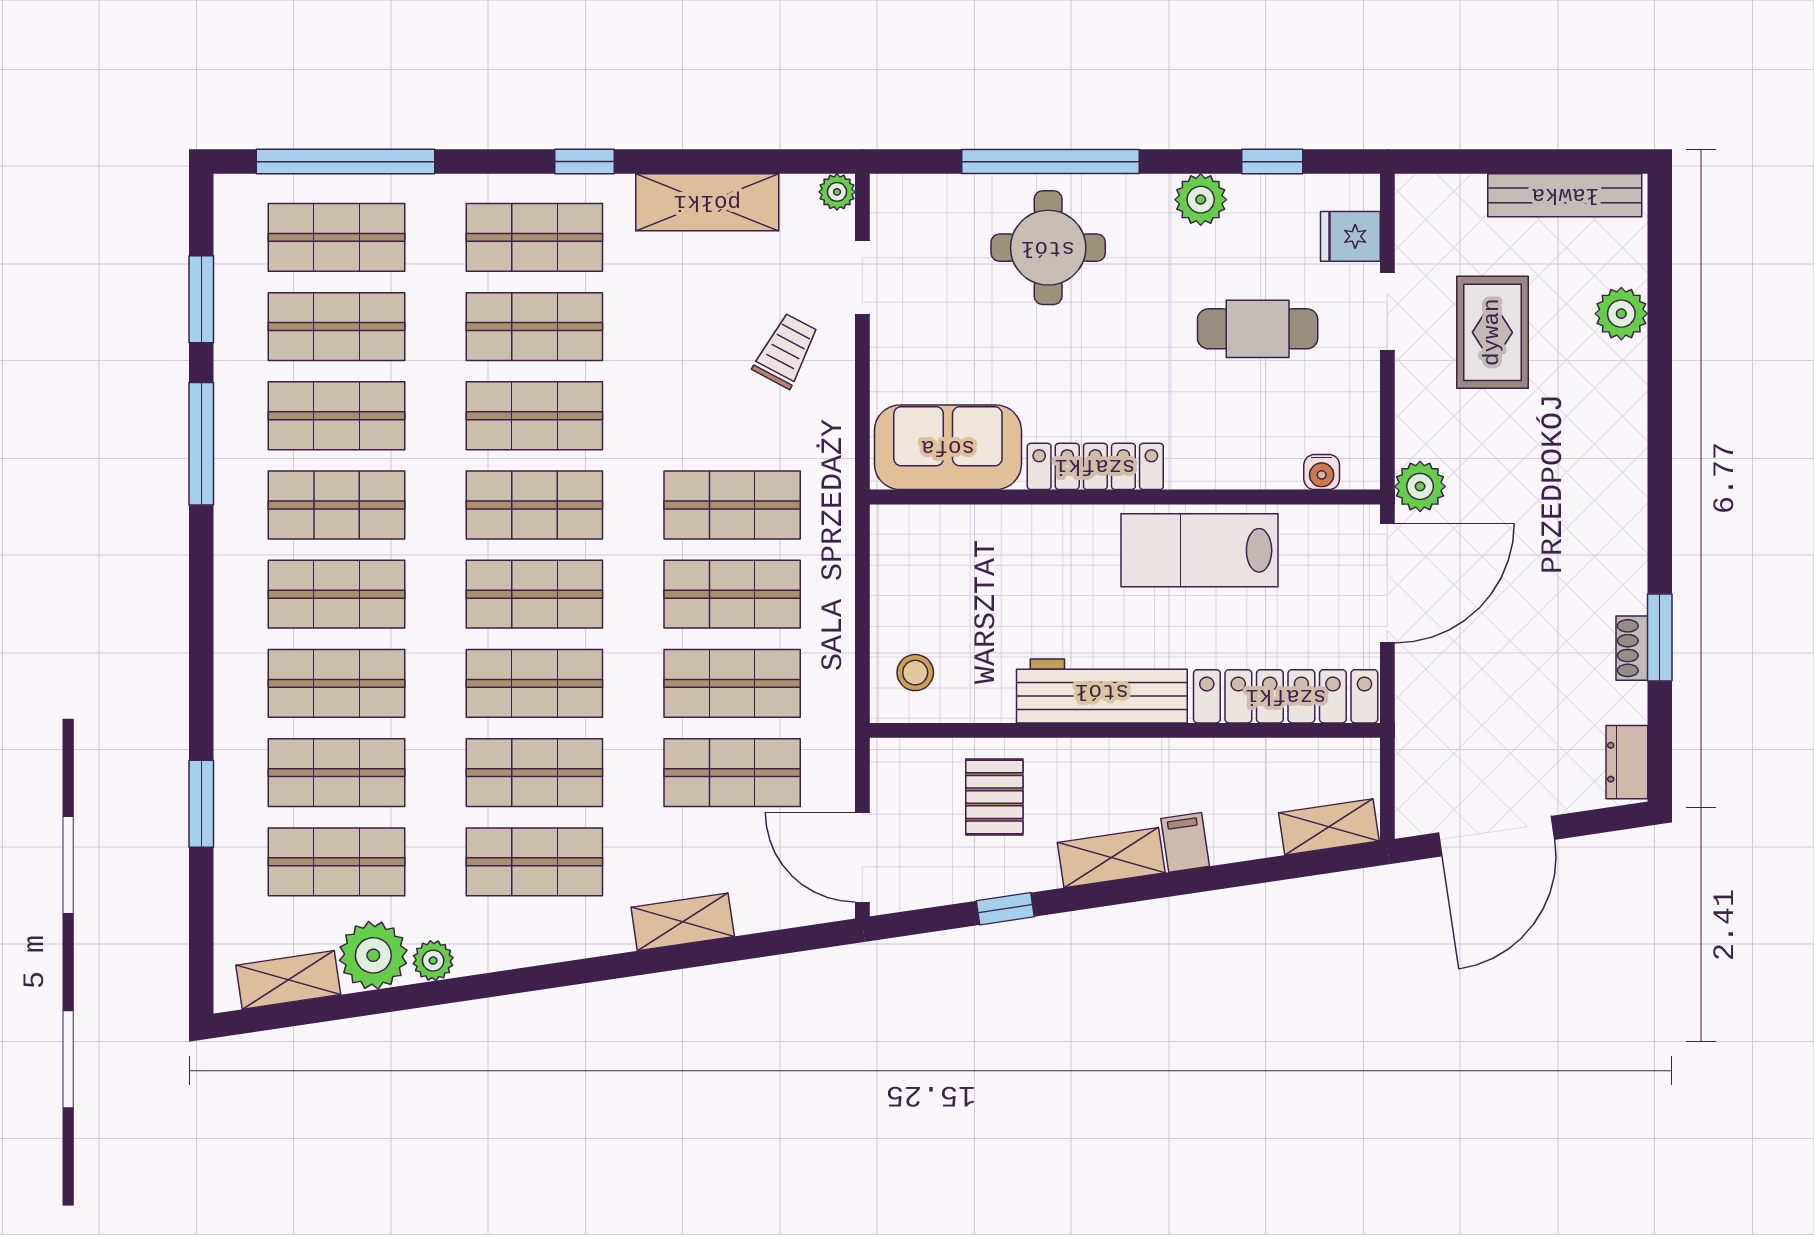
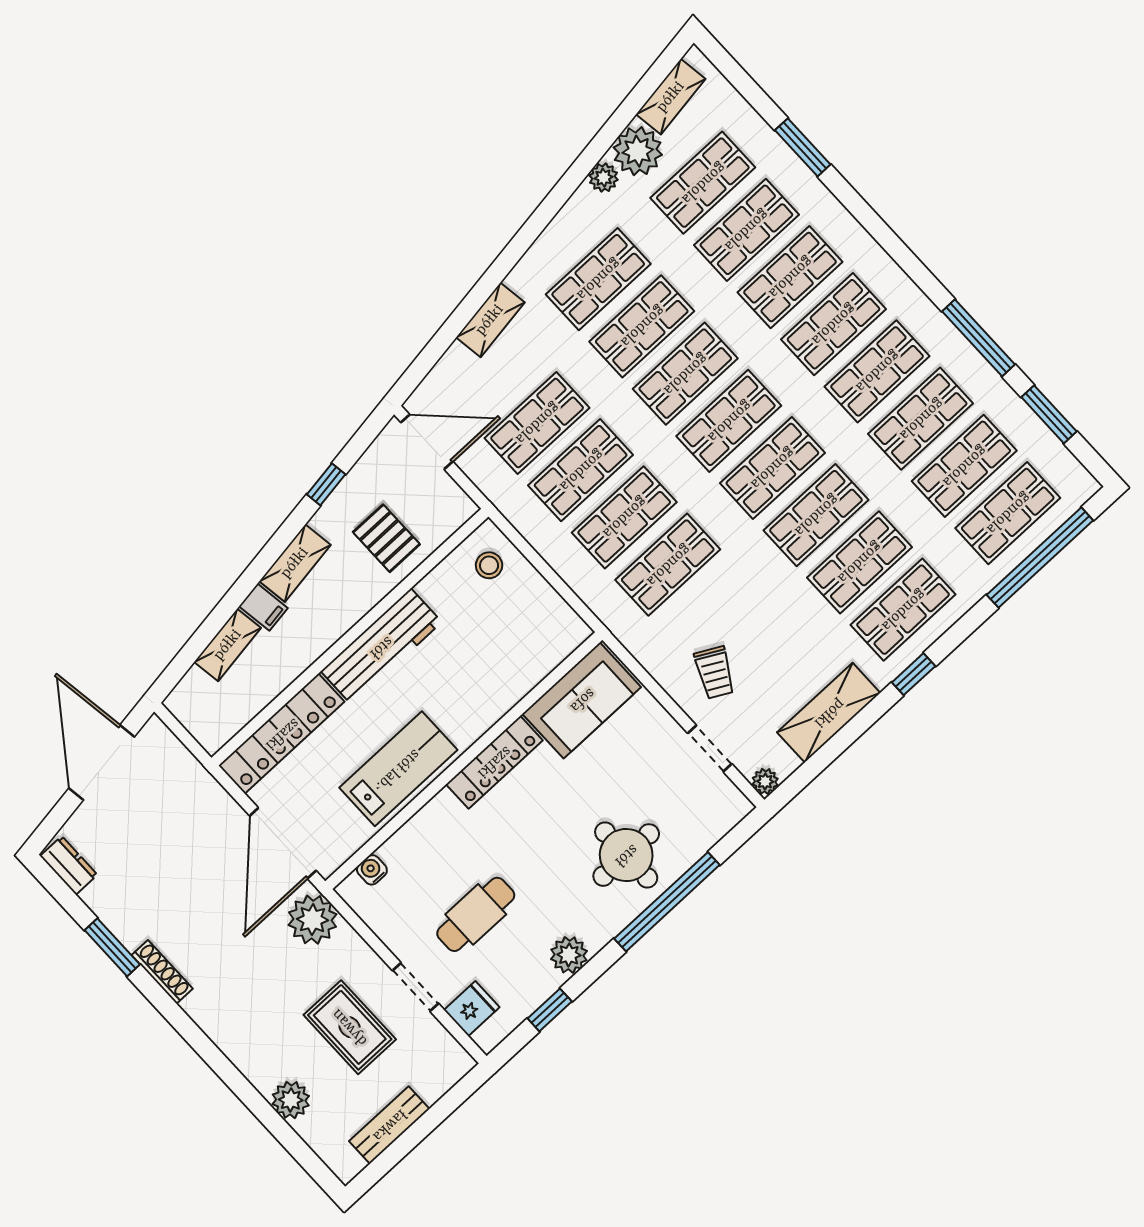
bench: (1565, 195) -> (389, 1125), width x0.73
plant: (1420, 486) -> (312, 920), width x1.36, depth x1.36
shoe rack: (1632, 648) -> (162, 972), moved, width x1.43
shelving: (1329, 827) -> (228, 645), moved

